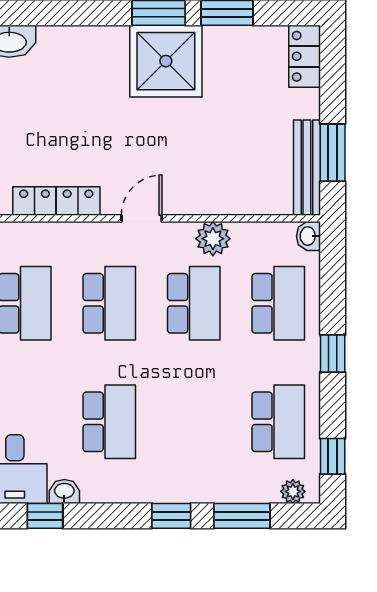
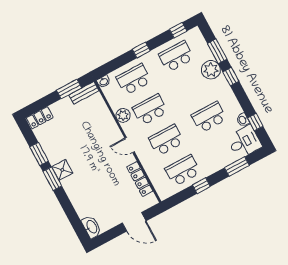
shower: (166, 61) -> (62, 170), width x0.54, depth x0.54
bench: (307, 168) -> (84, 93), width x0.73
plant: (293, 491) -> (211, 70), moved, width x1.88, depth x1.88

